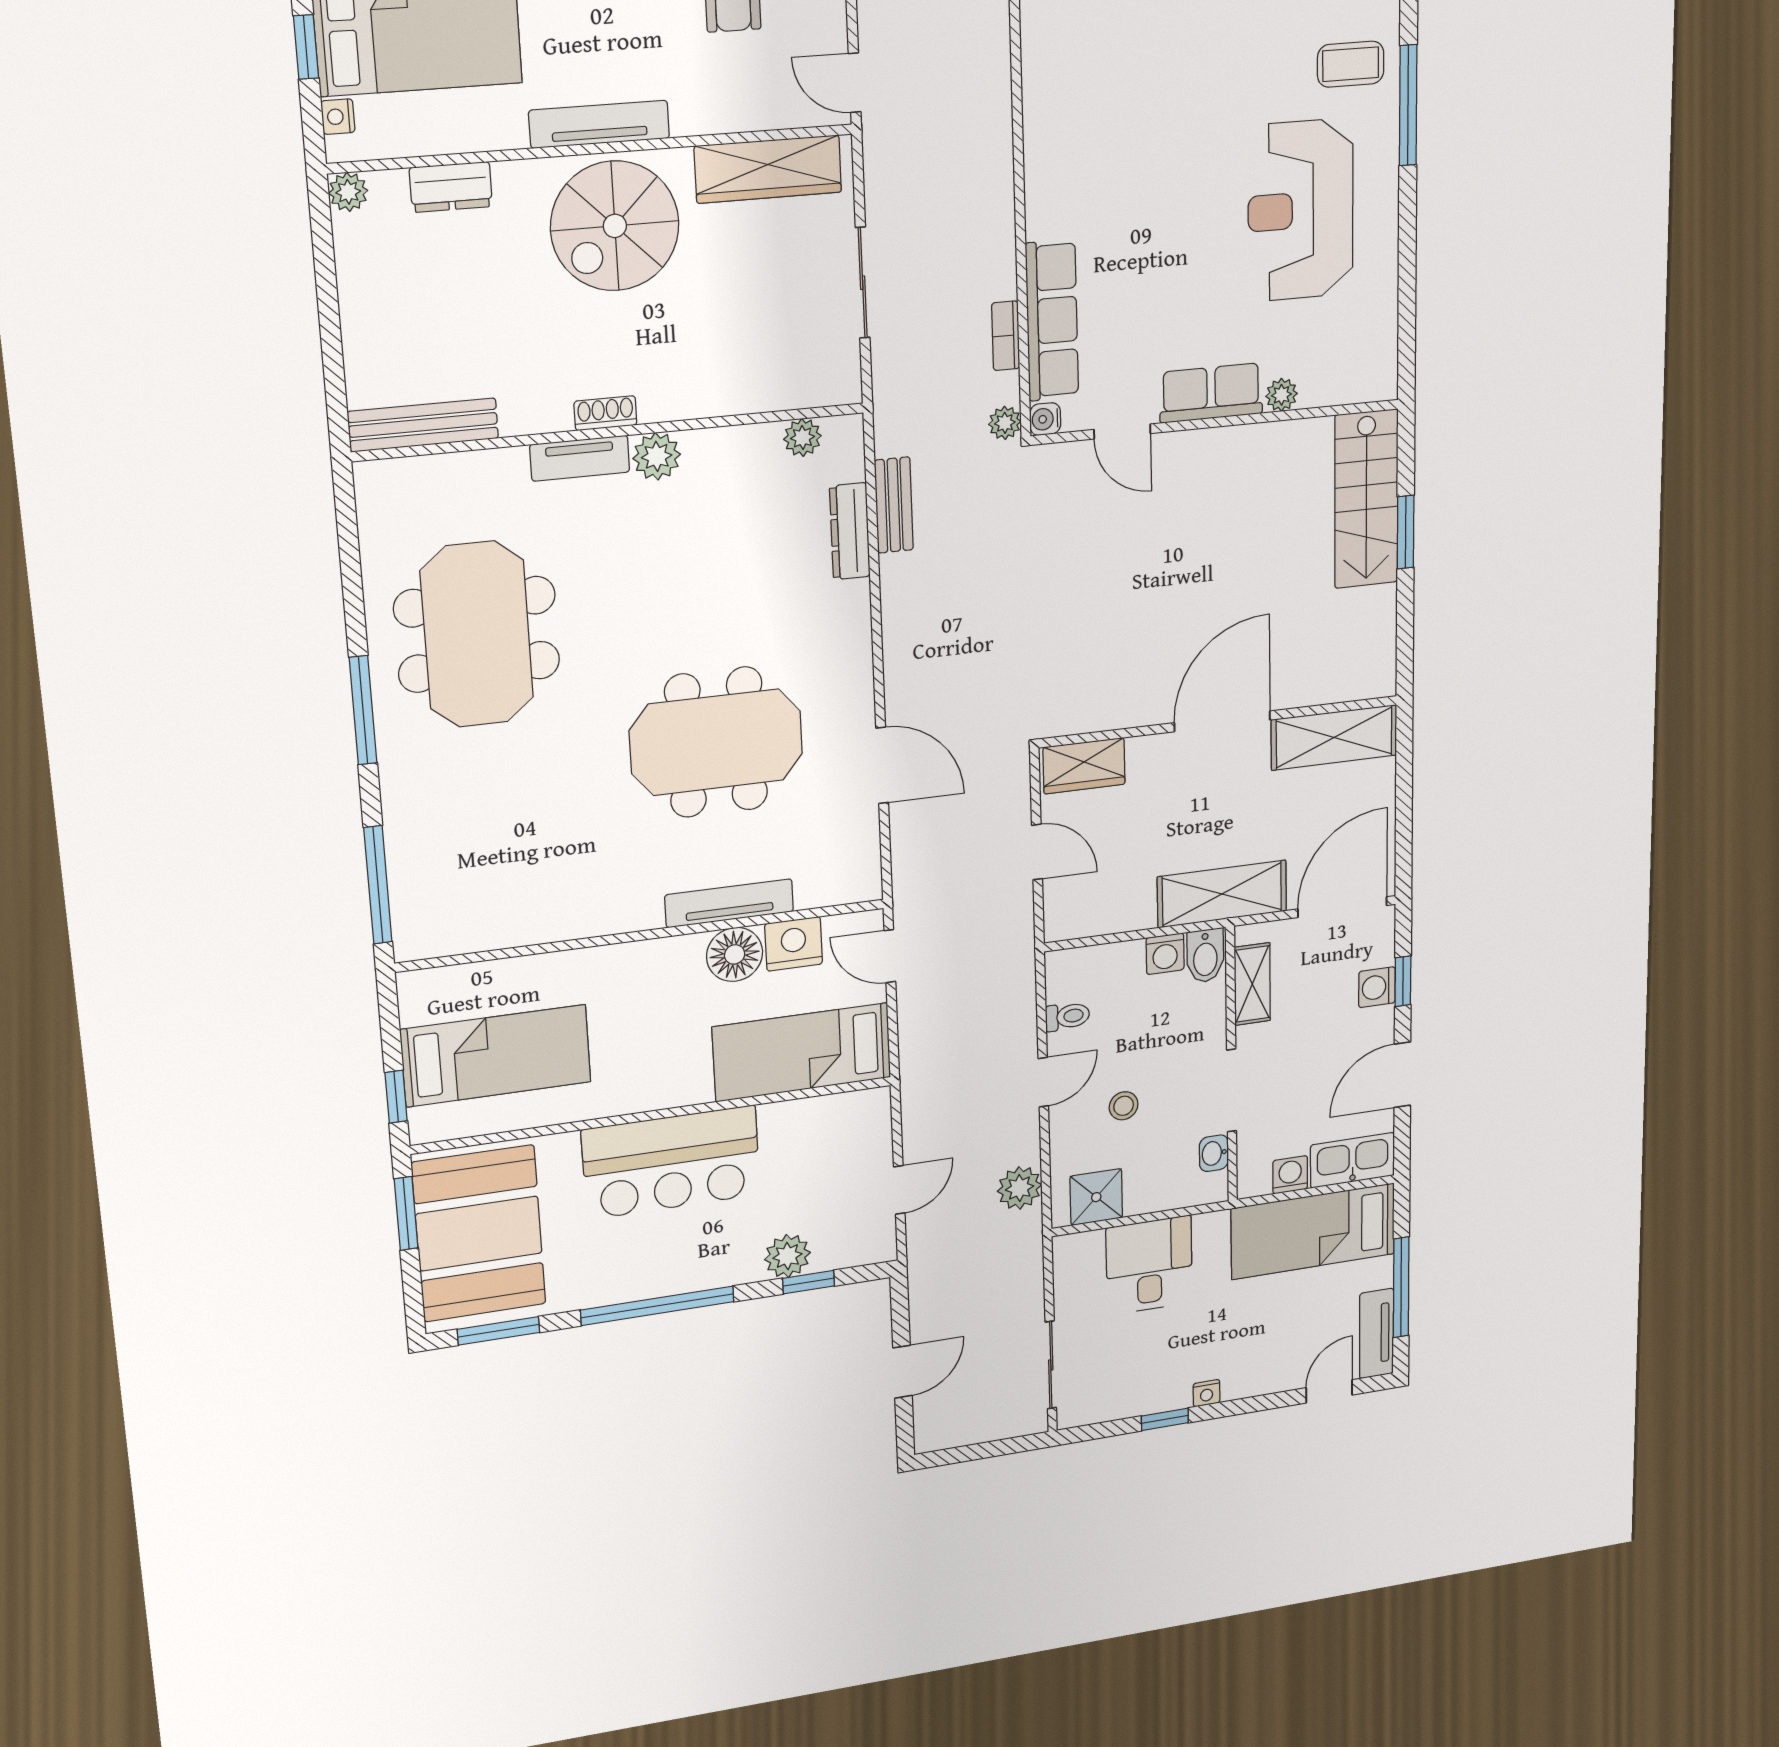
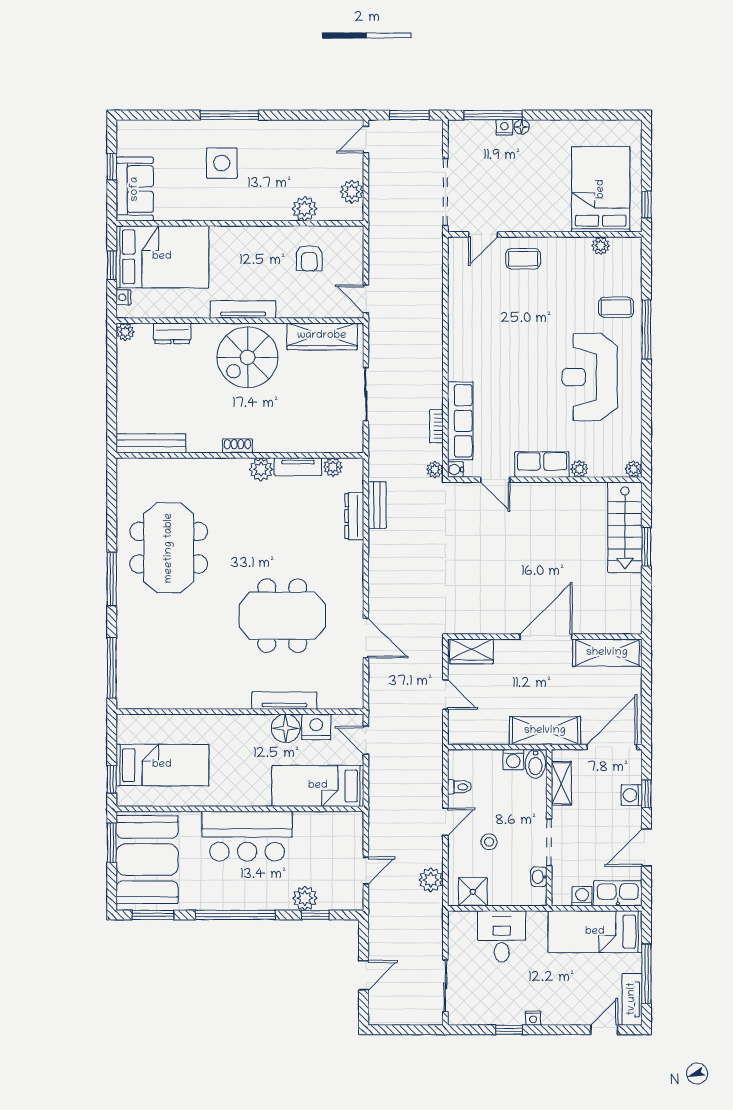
plant: (1383, 385) -> (634, 469), added
tv unit: (580, 458) -> (298, 467), moved

